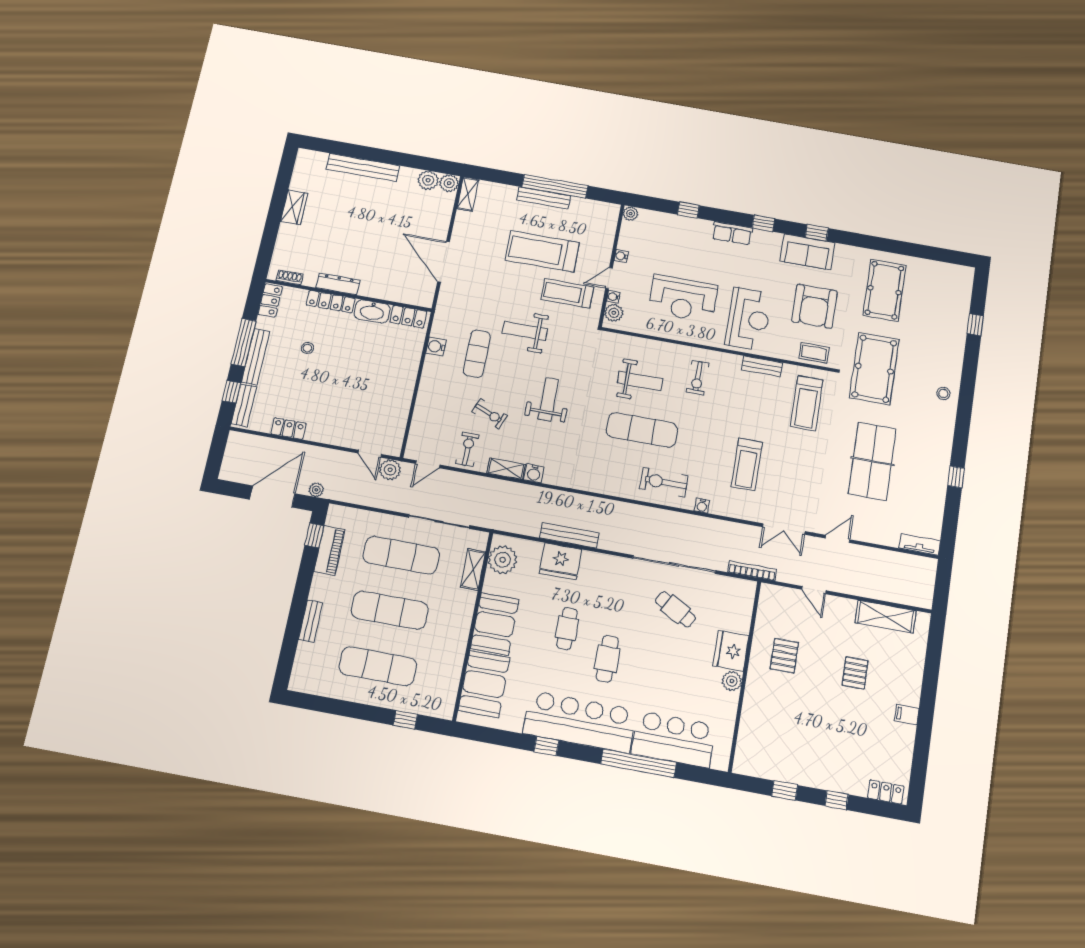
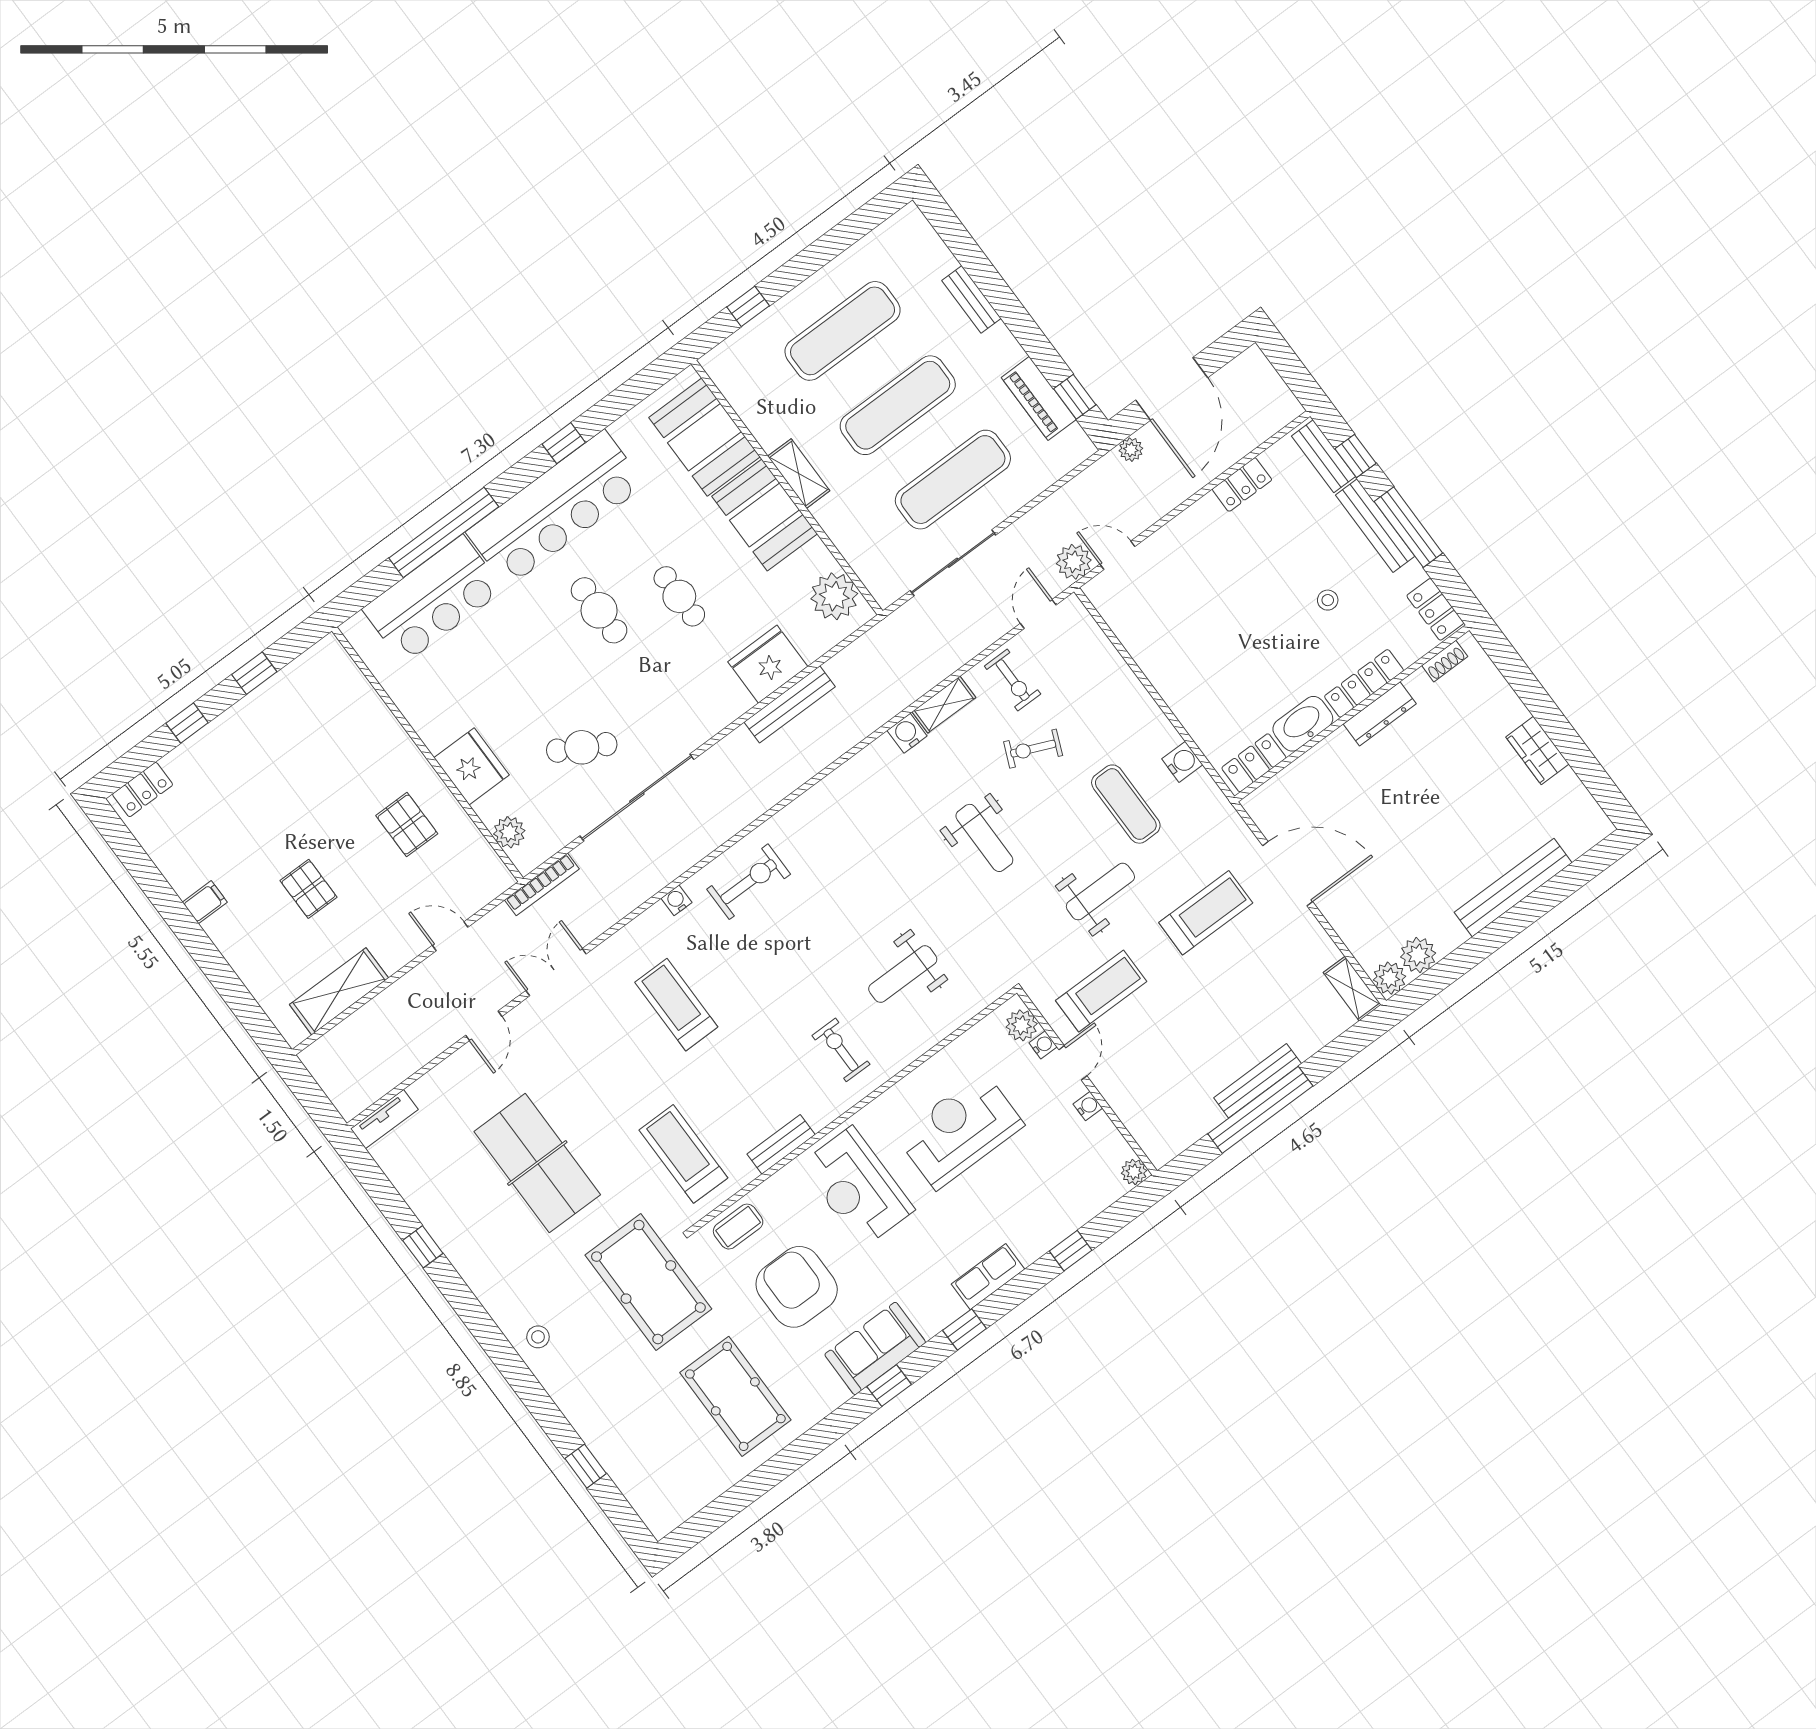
treadmill: (542, 251) -> (1206, 913), moved, width x0.73, depth x0.73
exercise mat: (642, 430) -> (839, 917), removed
shelving: (473, 569) -> (799, 474), moved
plant: (732, 681) -> (509, 832), moved

